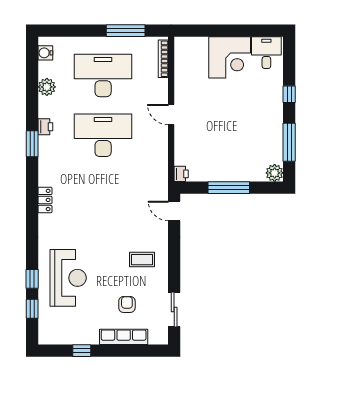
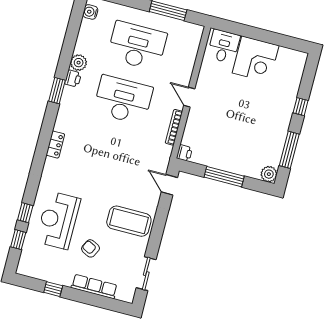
desk: (266, 53) -> (224, 46), moved
bookcase: (163, 59) -> (174, 127), moved
plant: (47, 87) -> (79, 63), moved
coffee table: (142, 260) -> (129, 221), width x1.86, depth x1.72
reception desk: (68, 278) -> (58, 220), turned 180
armchair: (127, 304) -> (90, 248), moved, turned -63

